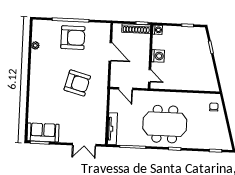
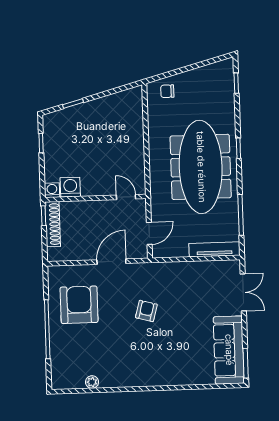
armchair: (73, 38) -> (79, 305), moved
door: (110, 52) -> (111, 262), moved
washing machine: (158, 56) -> (70, 187), moved
door: (150, 76) -> (126, 197), hinge flipped
armchair: (77, 83) -> (146, 311), width x0.53, depth x0.53
meeting table: (165, 124) -> (201, 167), width x1.36
sofa: (43, 132) -> (229, 350), width x1.36

